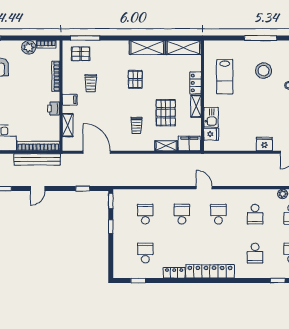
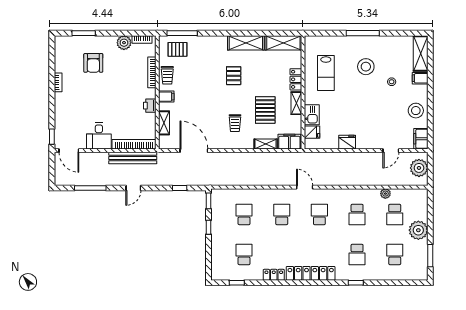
trolley: (91, 83) -> (167, 75), moved
fridge: (264, 144) -> (347, 142), moved
window: (278, 281) -> (356, 283), moved

